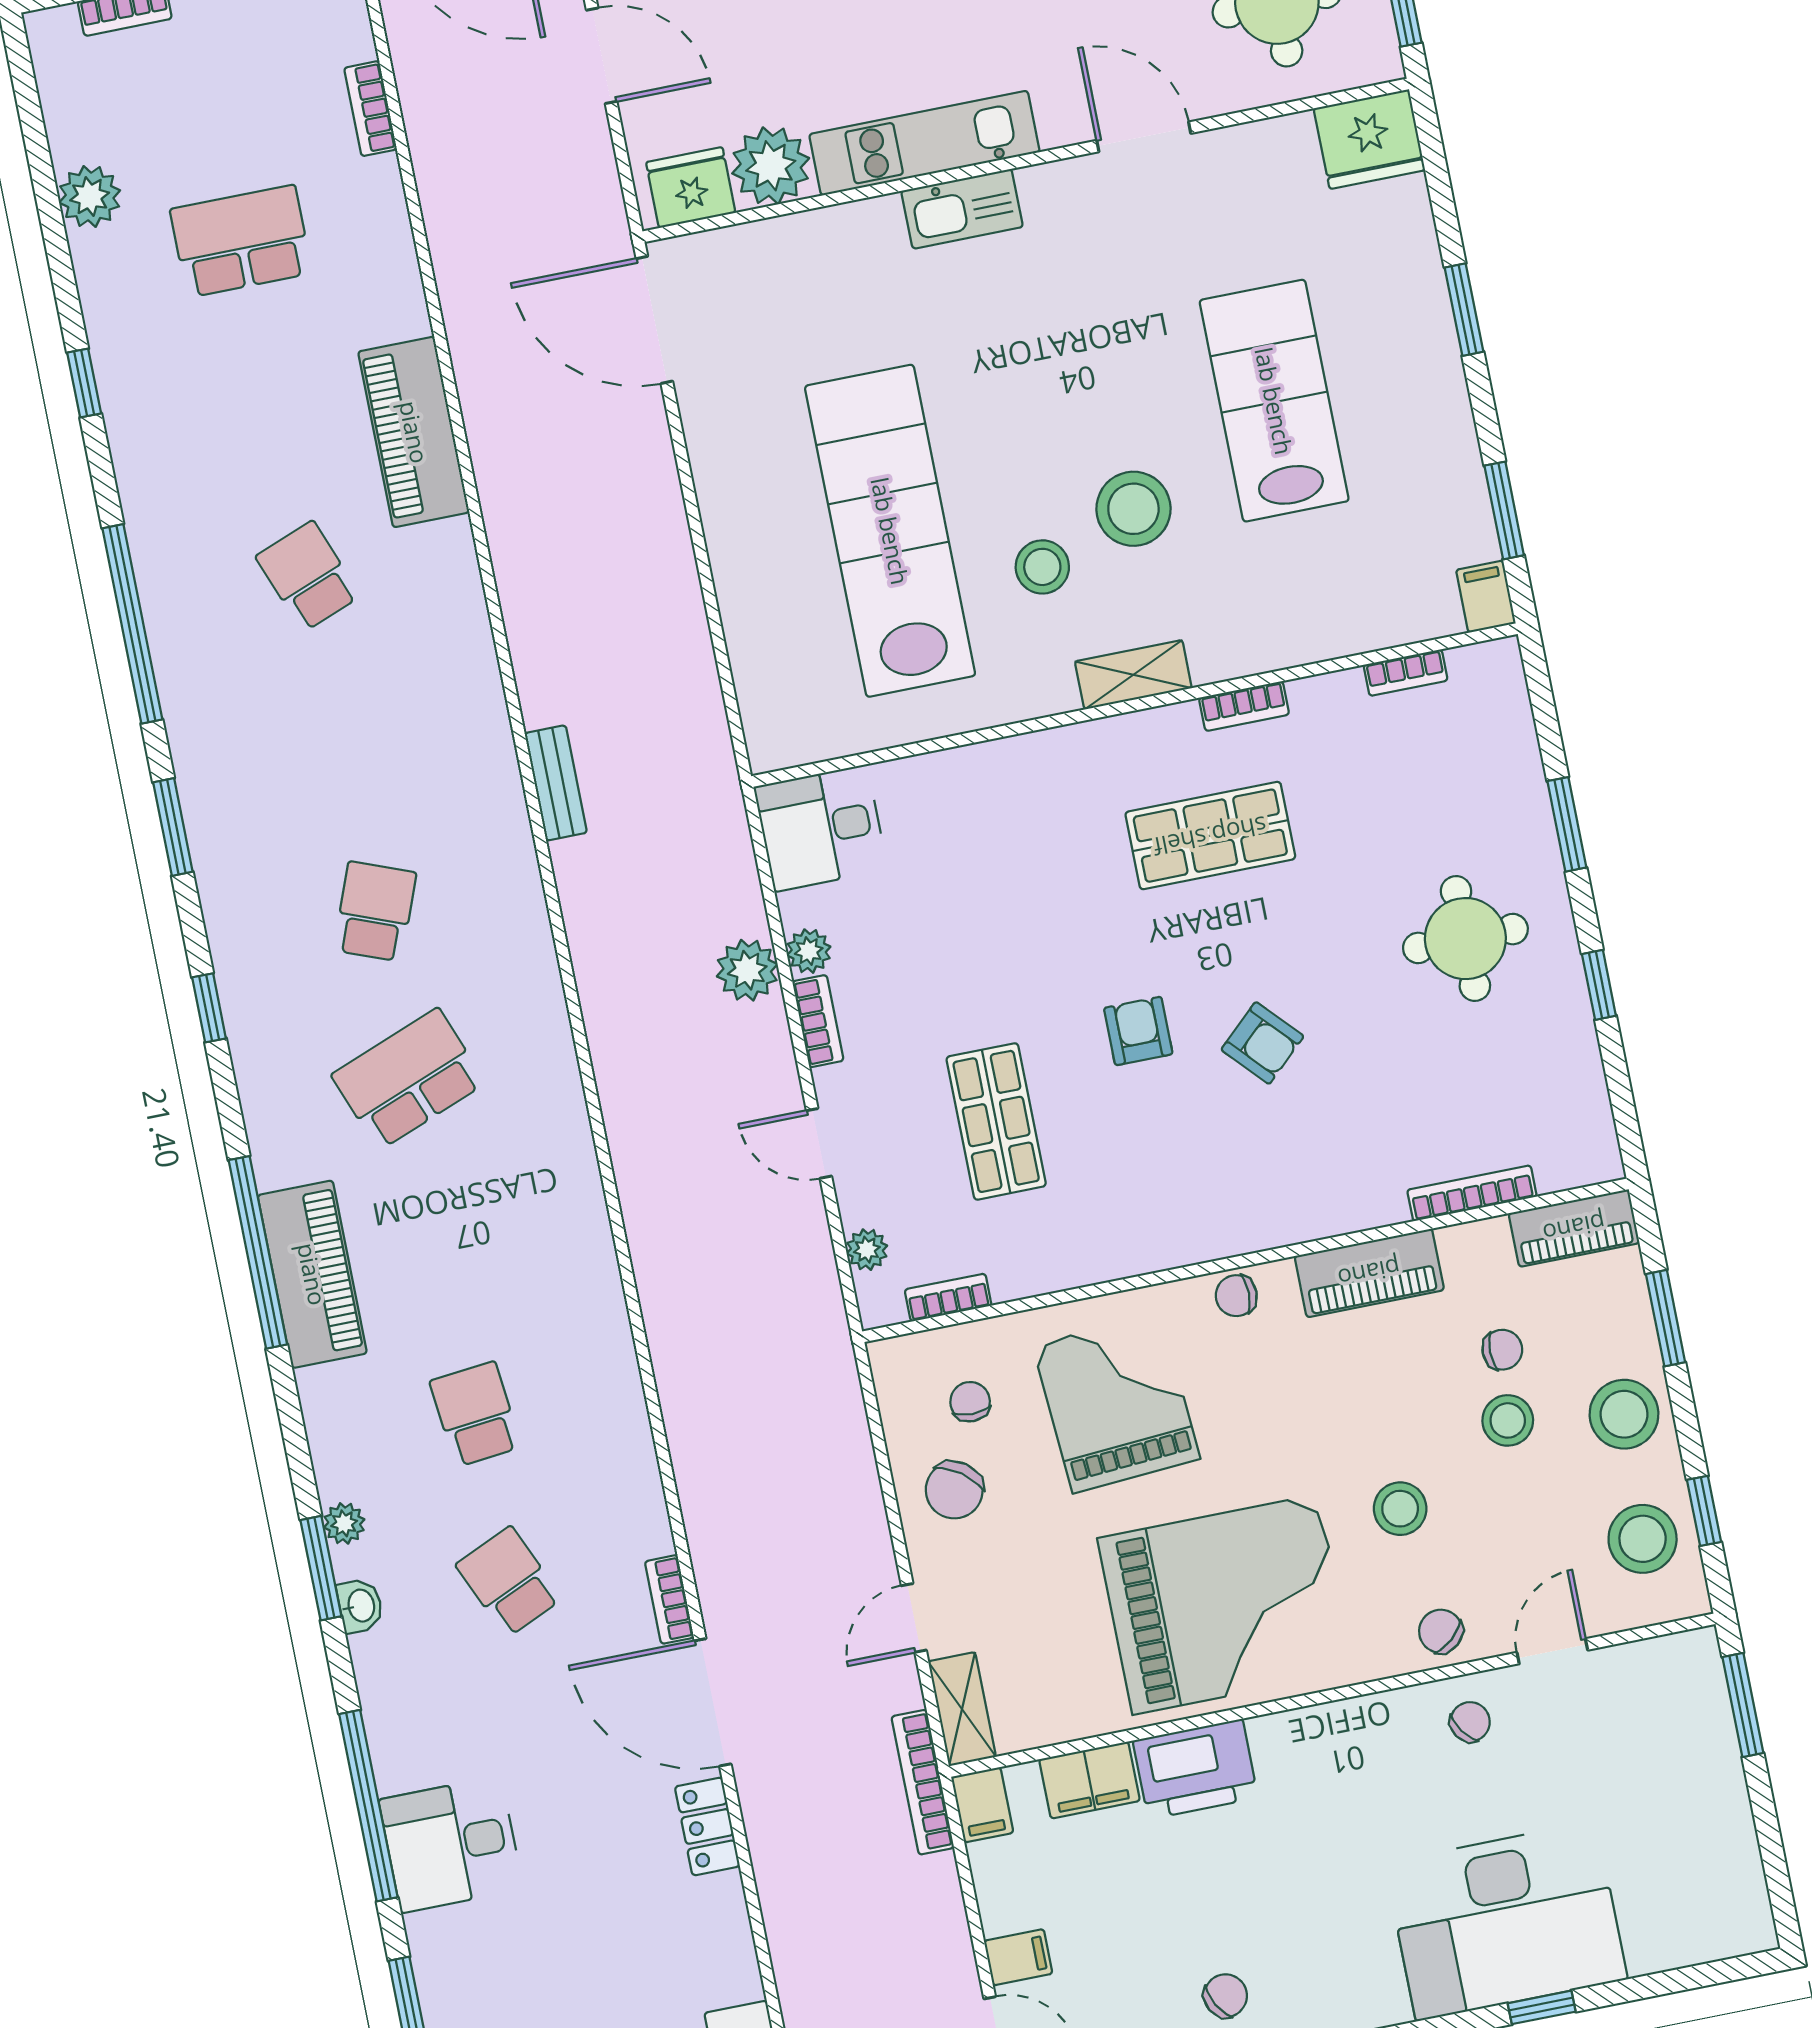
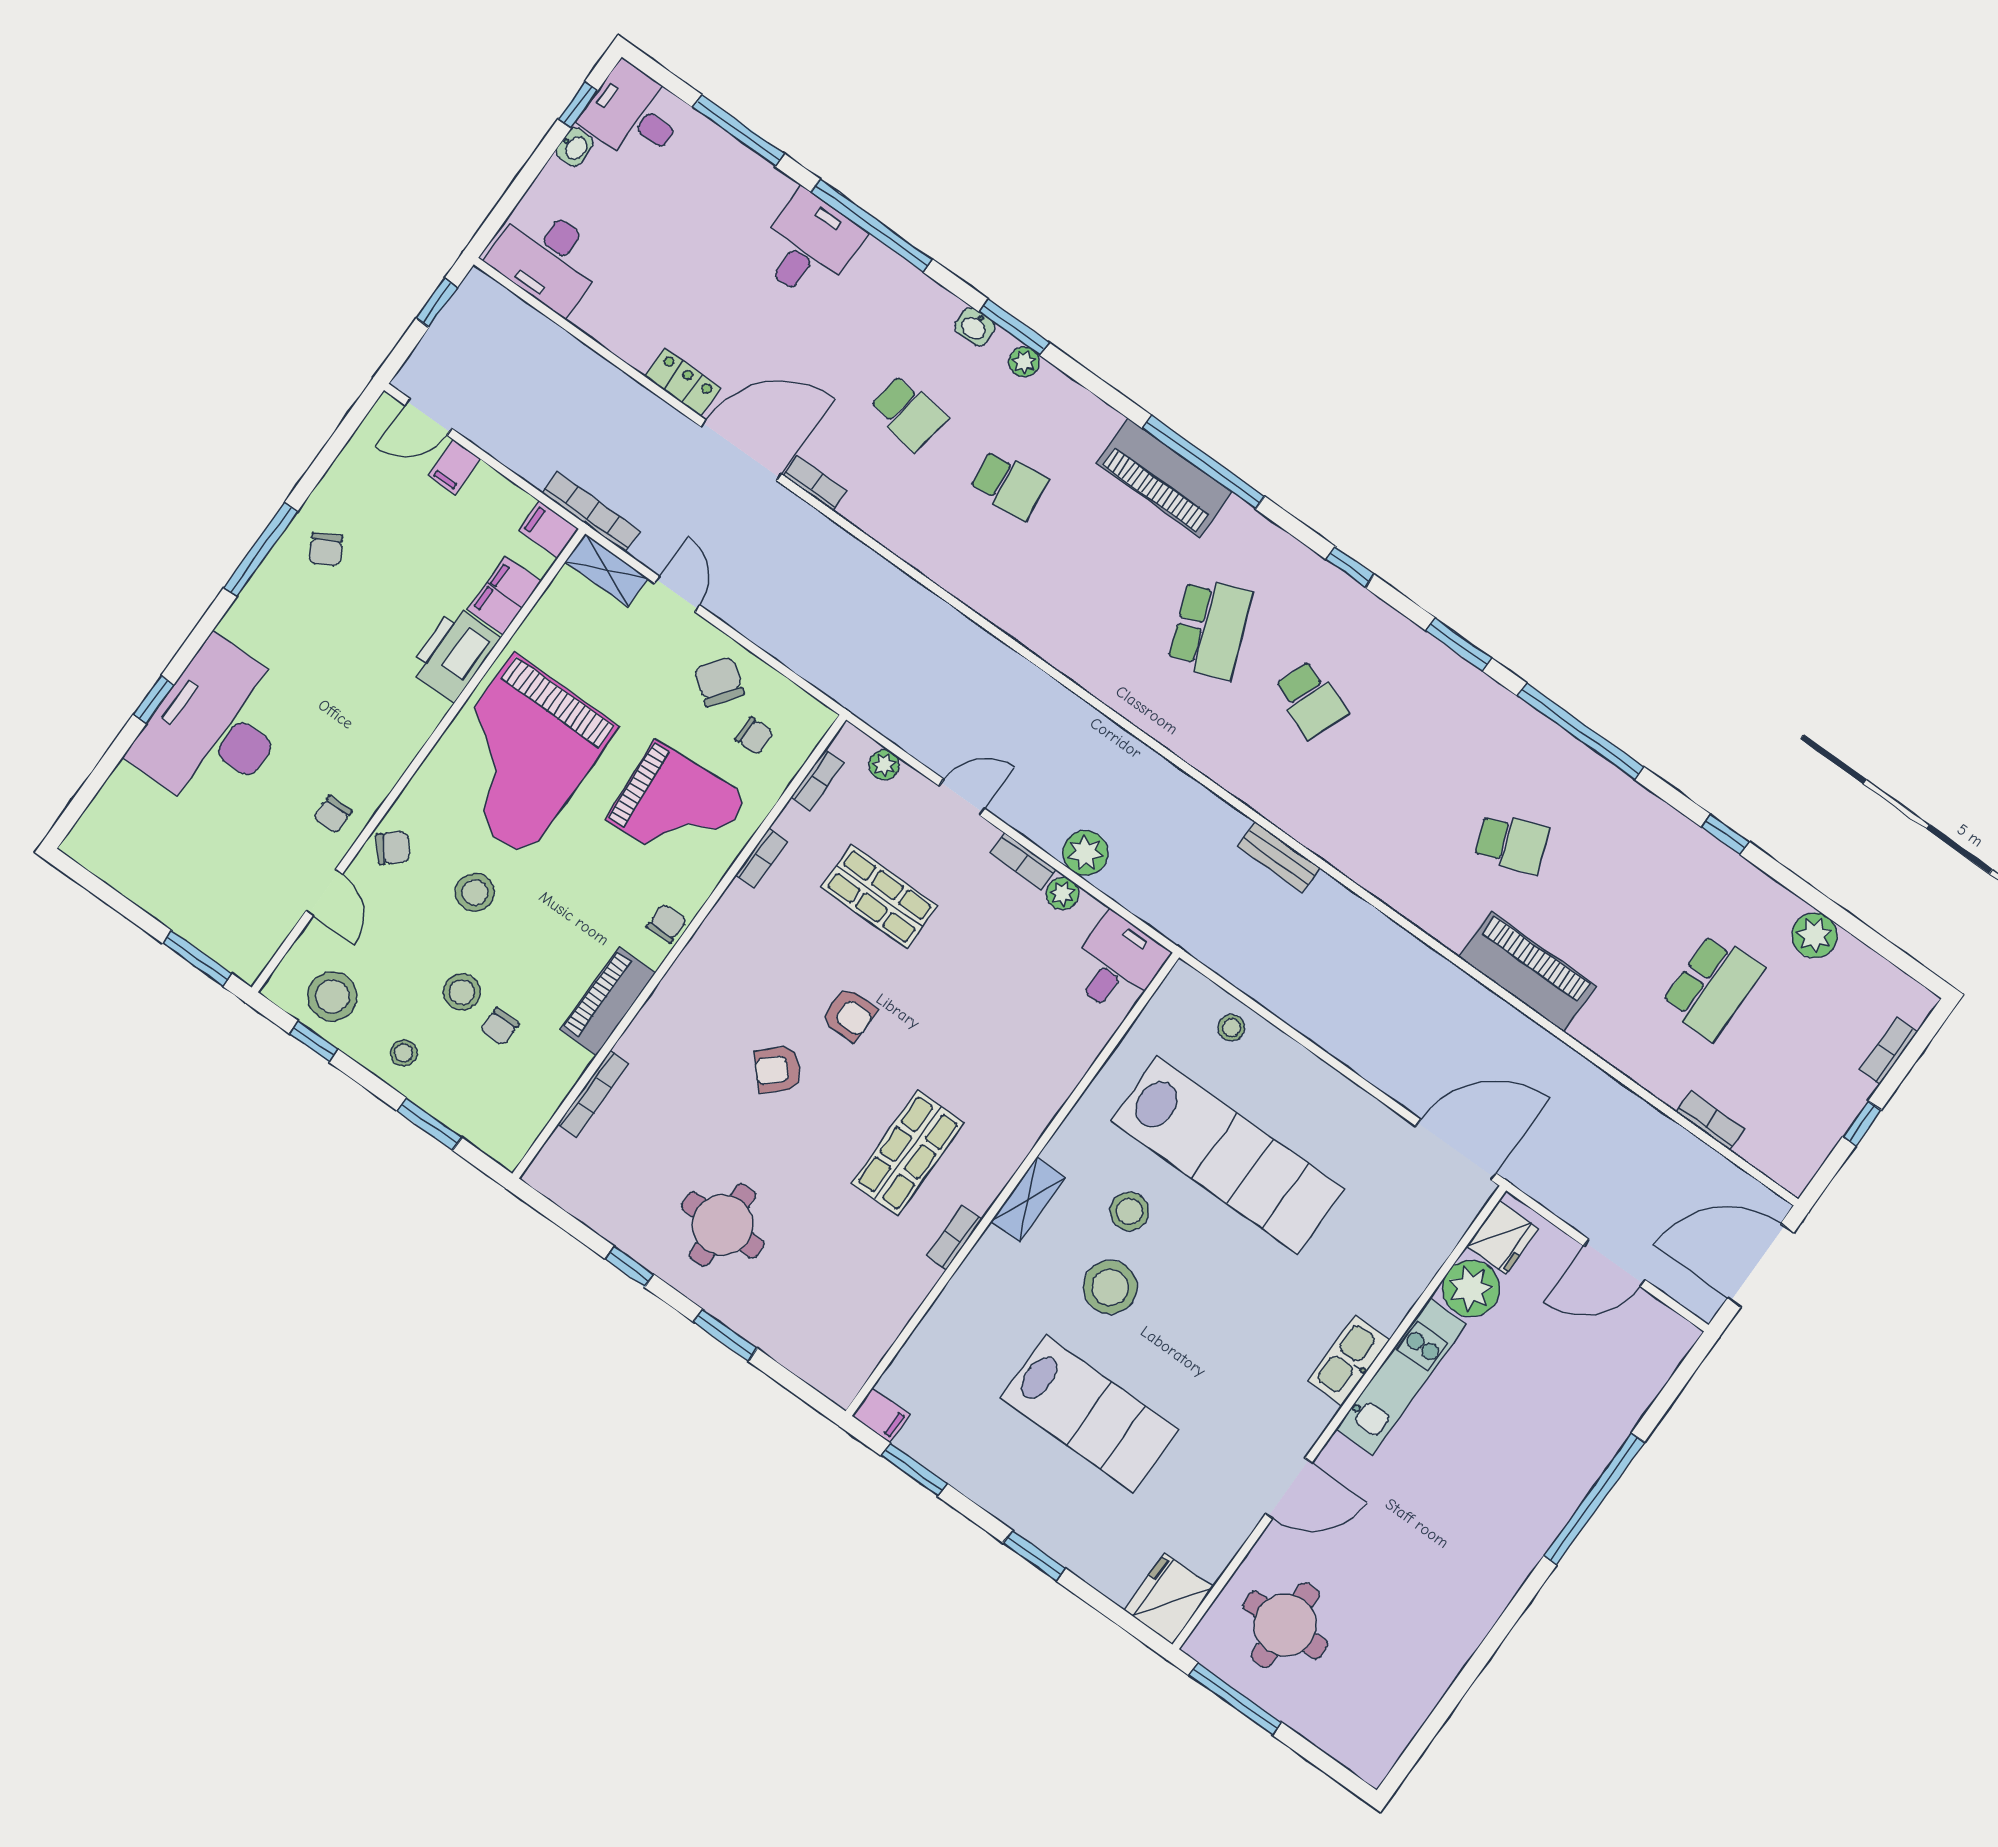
stool: (765, 656) -> (1231, 1028), added
bookcase: (1406, 673) -> (761, 858), moved, turned 180
piano: (1574, 1228) -> (522, 1126), removed
stool: (1624, 1414) -> (404, 1053), width x0.53, depth x0.53
school desk: (509, 1582) -> (908, 413), turned 33
chair: (1470, 1722) -> (333, 815), turned 35

